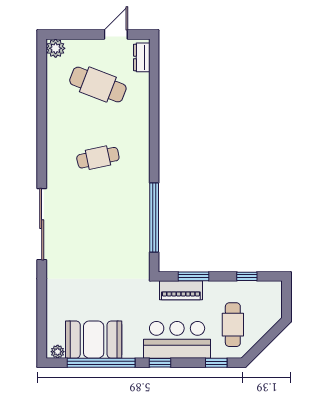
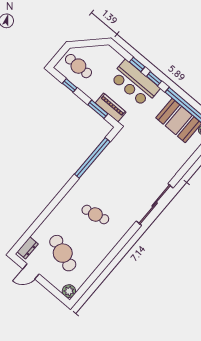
cafe table: (233, 325) -> (78, 66), moved, turned 90
window: (216, 363) -> (137, 64), moved

